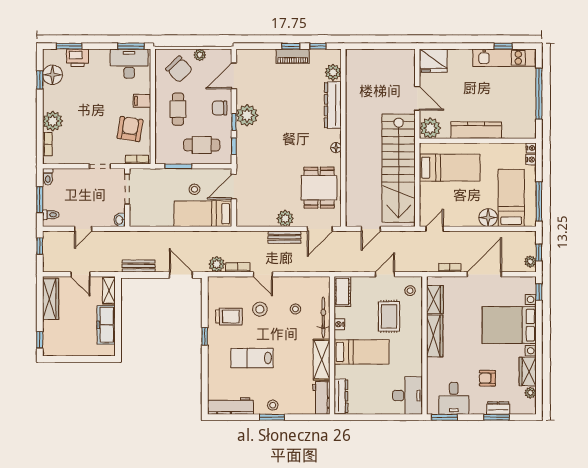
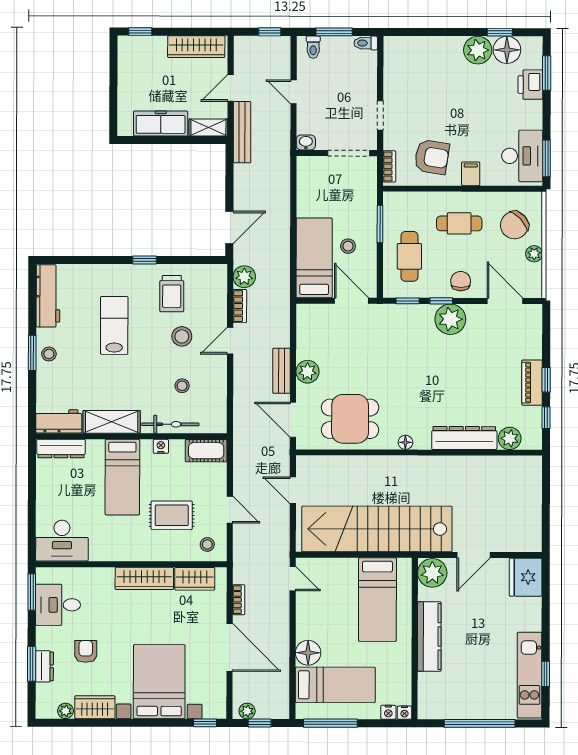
plant: (53, 121) -> (478, 50), moved
bookcase: (47, 144) -> (411, 43), removed
bench: (139, 266) -> (242, 132), moved, width x1.36

